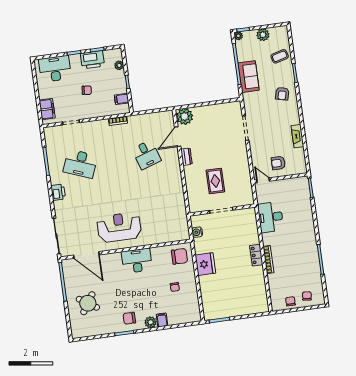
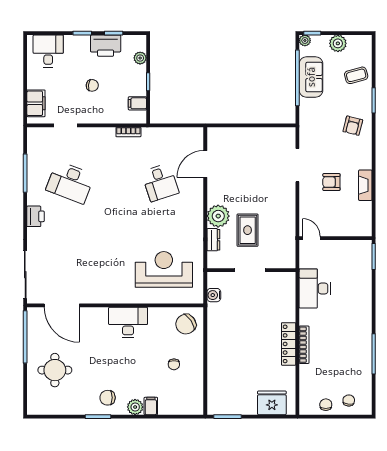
desk: (55, 69) -> (48, 51), width x0.73
sofa: (249, 77) -> (311, 77), moved
plant: (185, 116) -> (218, 216), moved
dresser: (186, 157) -> (213, 240), moved
armchair: (278, 163) -> (331, 182), moved
reception desk: (119, 227) -> (164, 269), moved
locker: (256, 255) -> (289, 344), width x1.53
chair: (179, 256) -> (186, 324), turned 146
fridge: (205, 264) -> (272, 403), moved, turned -90
round table: (88, 303) -> (55, 370), turned -33

